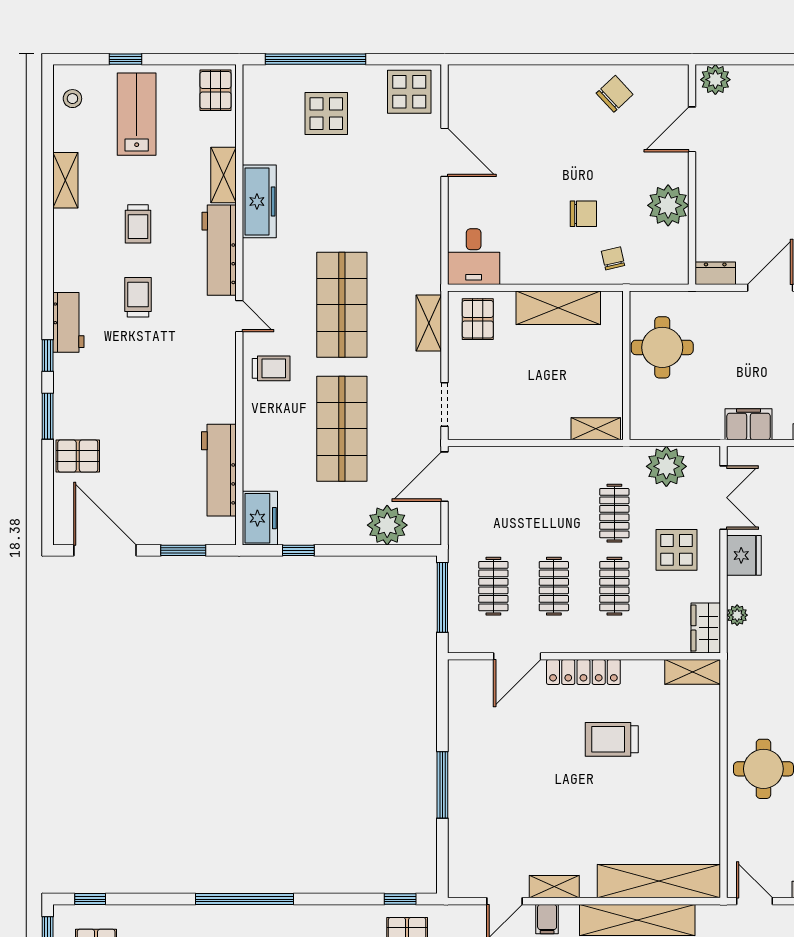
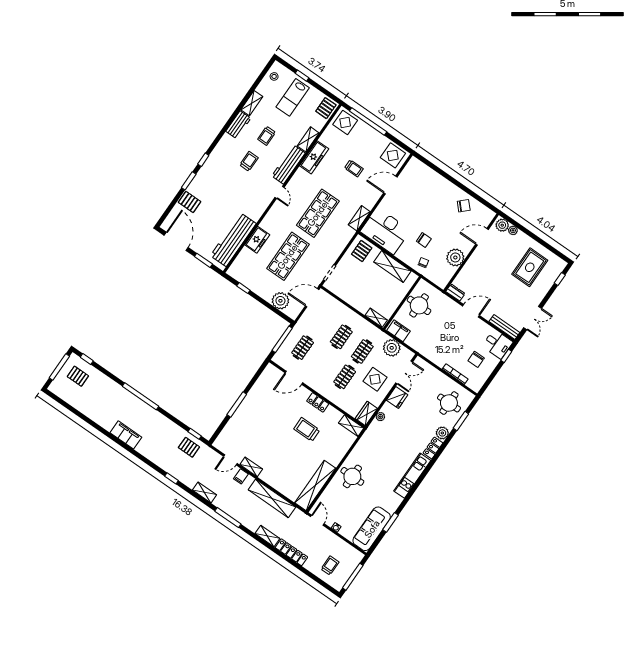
plant: (743, 75) -> (513, 230), added
lab bench: (137, 114) -> (293, 97), turned 180
display table: (326, 114) -> (345, 122), moved
door: (445, 152) -> (390, 185), swing flipped
desk: (474, 257) -> (385, 231), width x1.87, depth x1.30
workbench: (68, 322) -> (238, 125), moved
shelving: (429, 323) -> (359, 218), moved
trolley: (271, 368) -> (354, 168), moved
filing cabinet: (749, 424) -> (398, 331), moved
workbench: (219, 470) -> (233, 240), width x1.36, depth x1.32
freezer: (260, 518) -> (257, 240), moved
clothes rail: (554, 586) -> (341, 337), moved
locker: (583, 672) -> (318, 402), width x0.66
shelving: (659, 881) -> (315, 485), moved, turned 90

